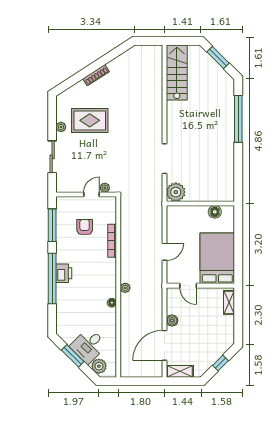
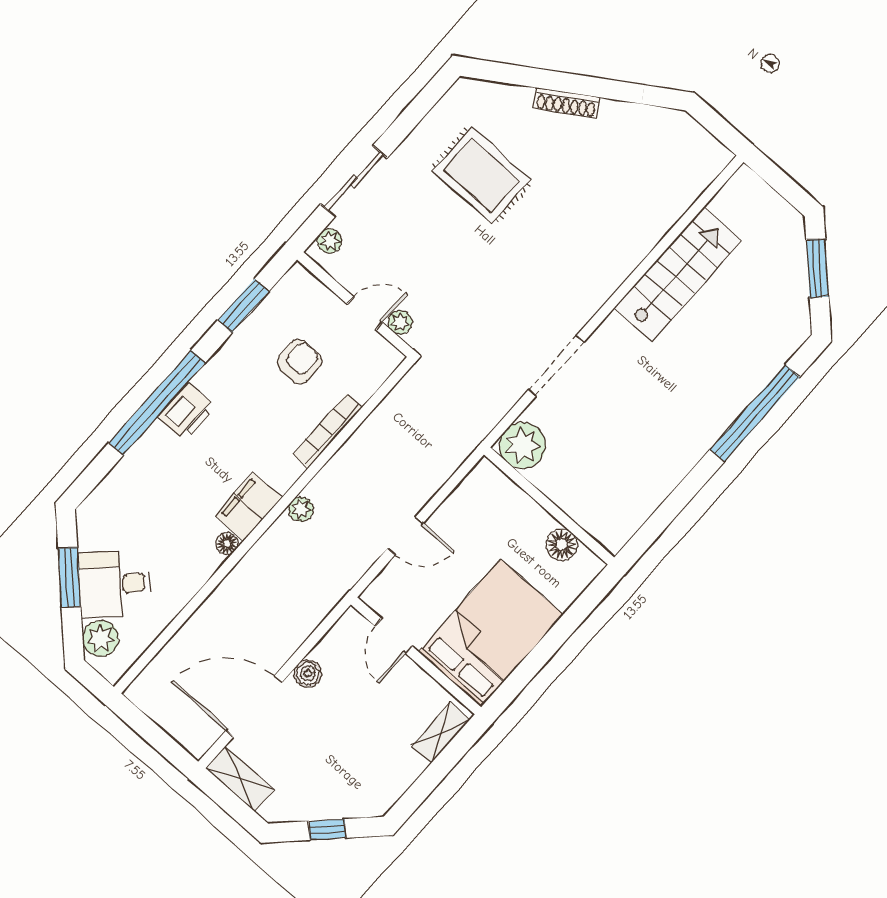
stairs: (177, 73) -> (677, 275), moved
plant: (61, 127) -> (330, 241), moved
window: (52, 225) -> (243, 306), width x0.69
filing cabinet: (108, 285) -> (249, 507), added
plant: (125, 288) -> (301, 509), moved

